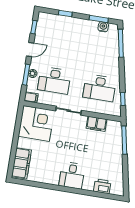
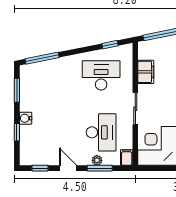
water cooler: (103, 27) -> (26, 118), moved
desk: (100, 88) -> (101, 75), turned -90

